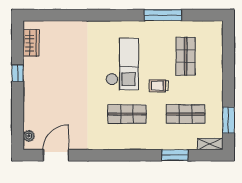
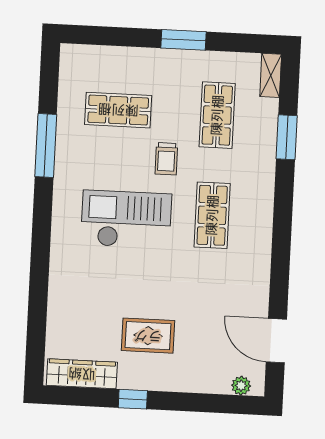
wardrobe: (31, 43) -> (82, 374), width x1.50
rug: (55, 80) -> (148, 336), added
window: (228, 120) -> (184, 40), moved

